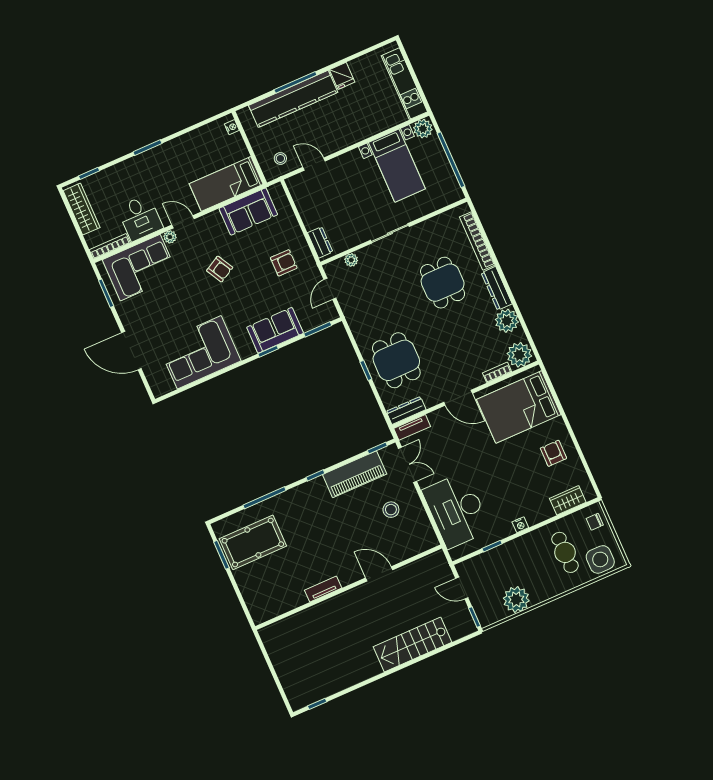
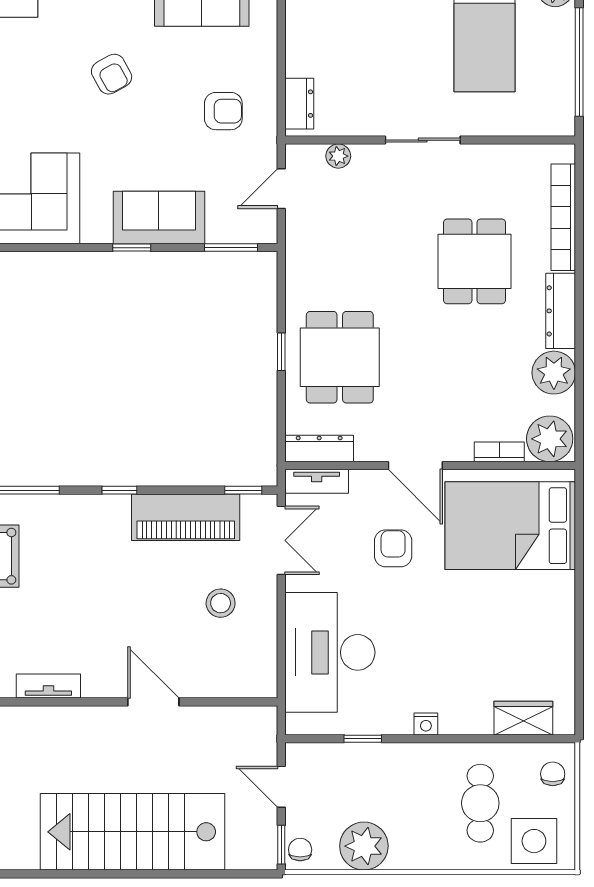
armchair: (553, 453) -> (393, 548), moved
chair: (595, 522) -> (553, 774), turned 90
chair: (485, 615) -> (300, 850), added
stairs: (412, 644) -> (132, 832), width x1.36, depth x1.51

